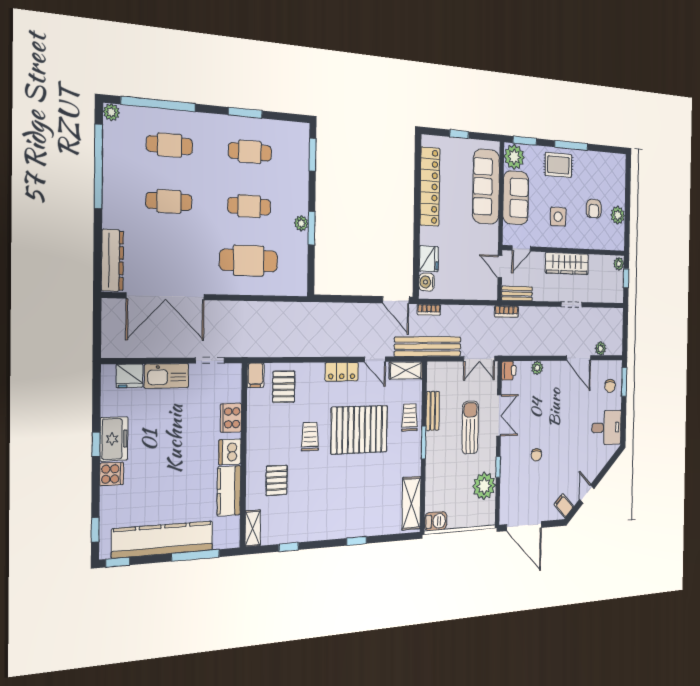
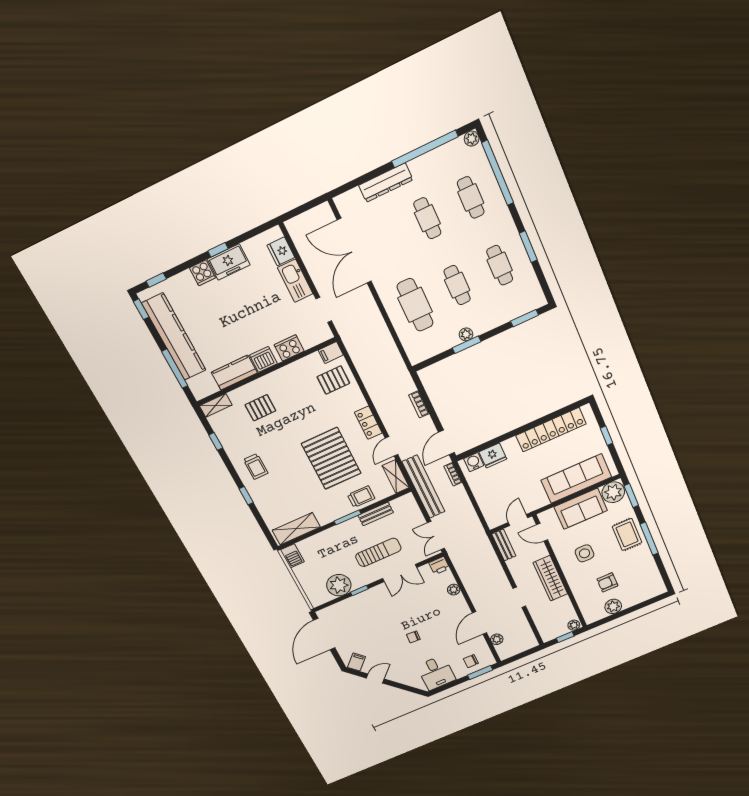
dresser: (112, 260) -> (386, 183), moved
bookcase: (506, 312) -> (419, 404), moved
trolley: (310, 436) -> (256, 467), moved, turned 90
chair: (536, 455) -> (413, 637), moved

